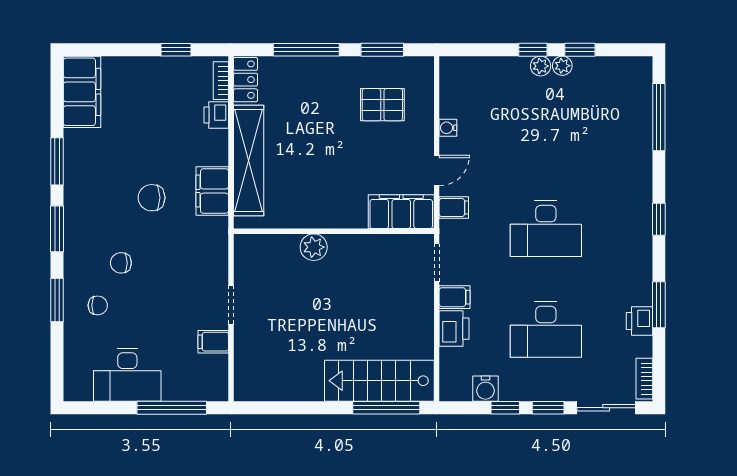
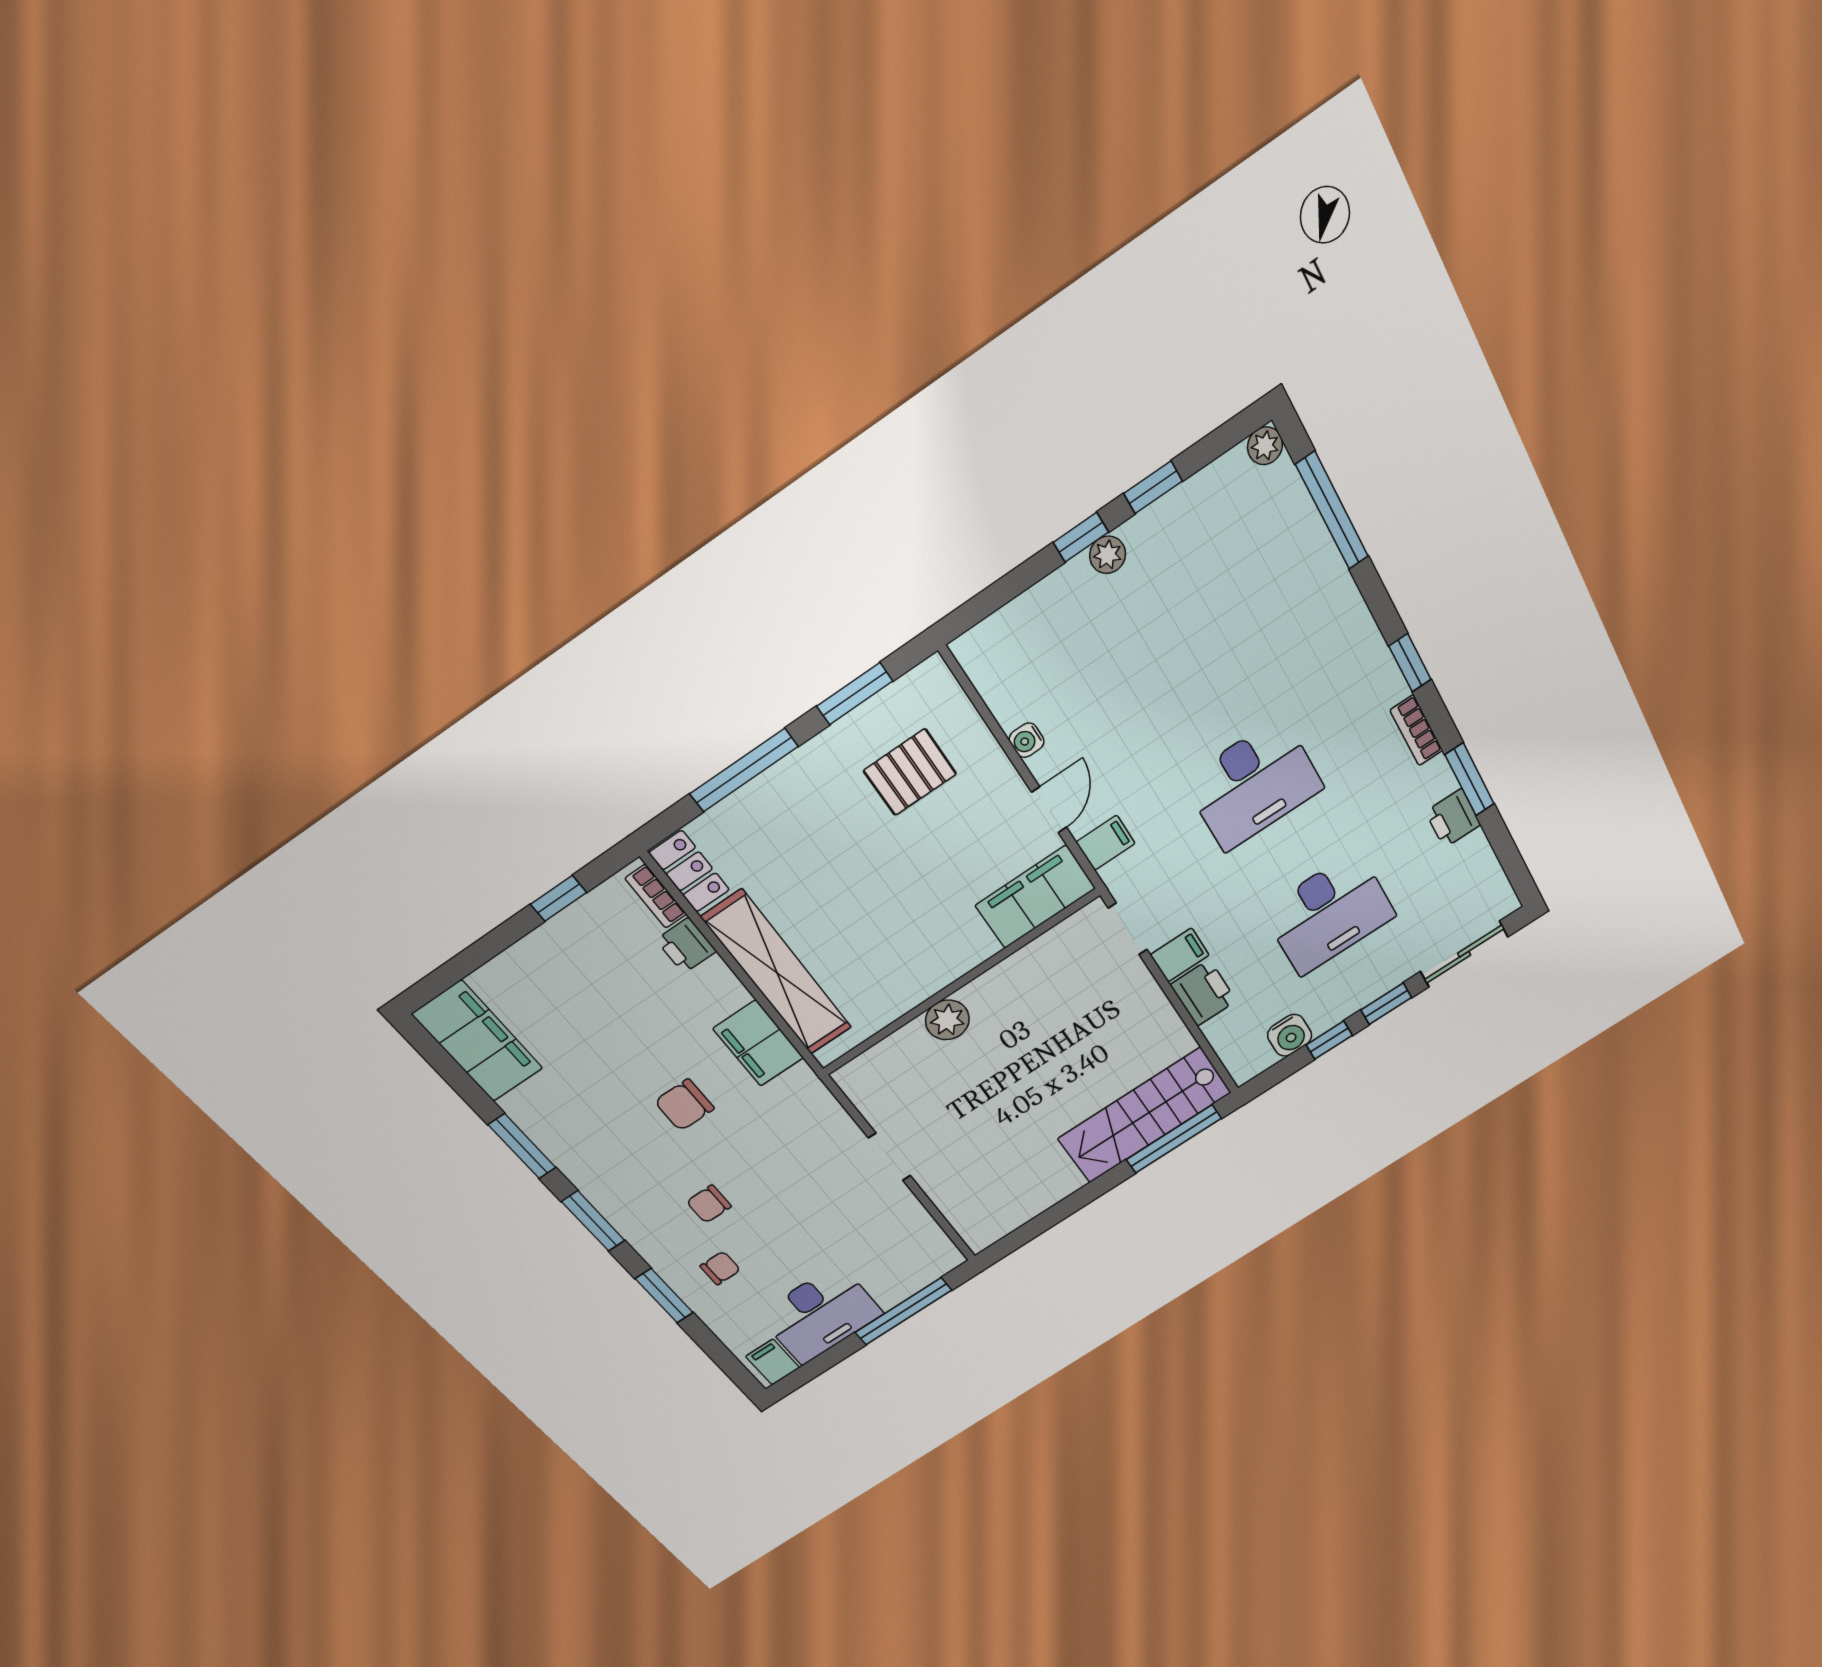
plant: (562, 66) -> (1265, 446), moved
filing cabinet: (213, 342) -> (773, 1362), moved, turned 90
bookcase: (644, 379) -> (1416, 730), moved

